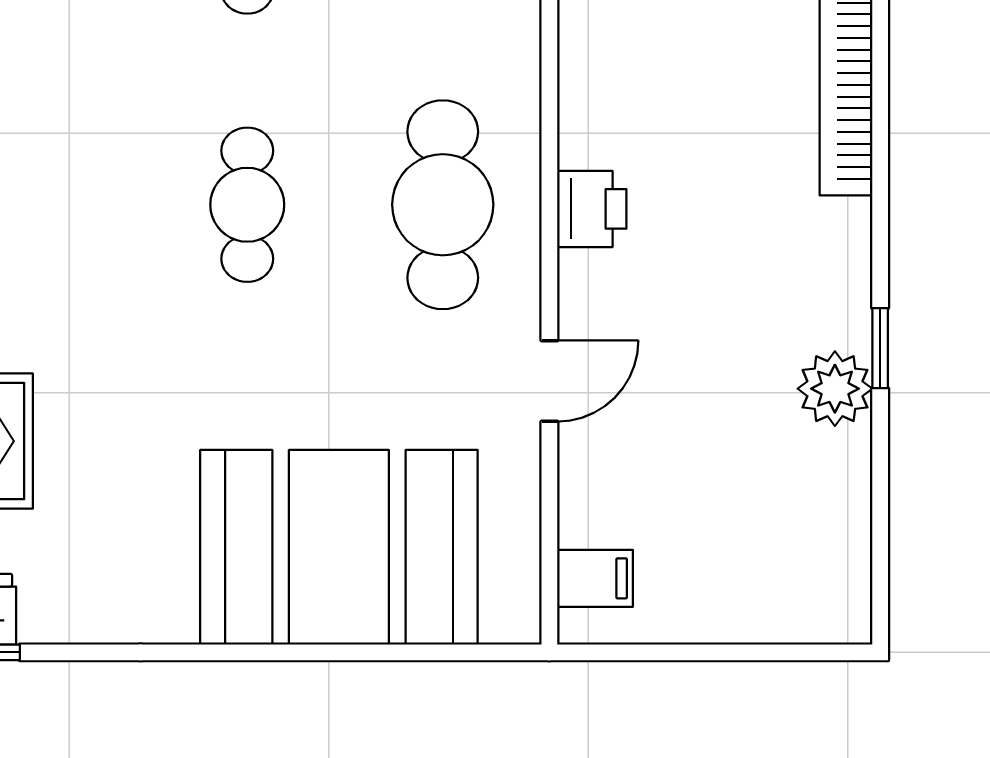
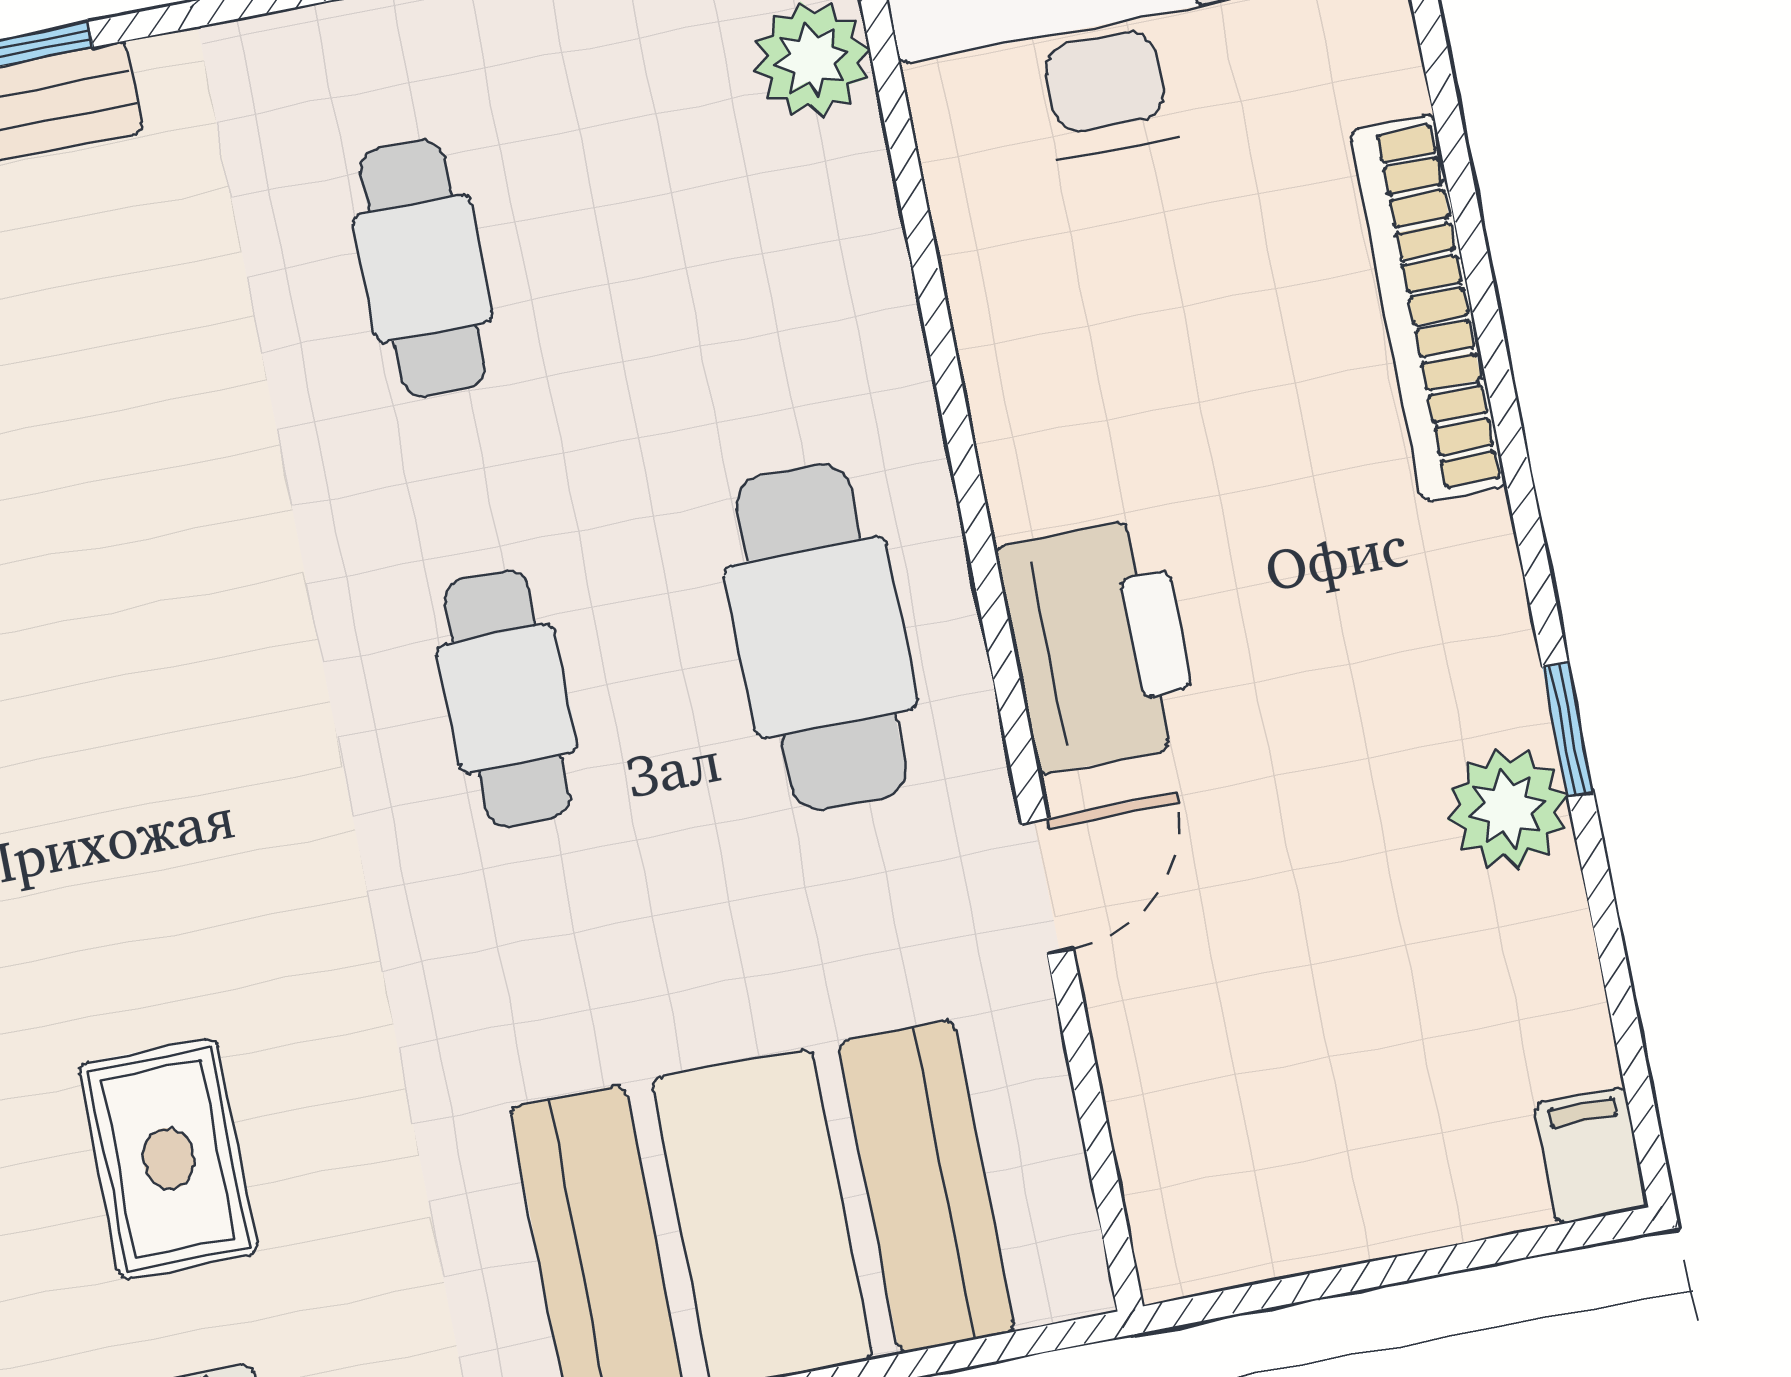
printer: (592, 209) -> (1098, 645), width x1.87, depth x1.48
filing cabinet: (595, 578) -> (1591, 1156), moved, turned -90

